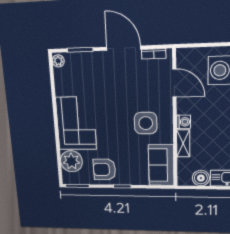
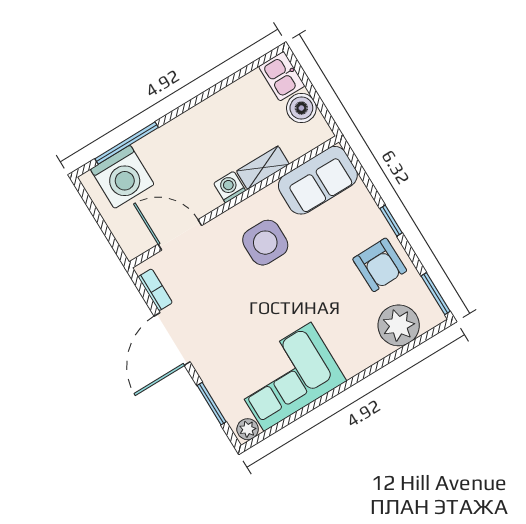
door: (174, 83) -> (180, 235), hinge flipped
corner sofa: (76, 124) -> (287, 377), moved

